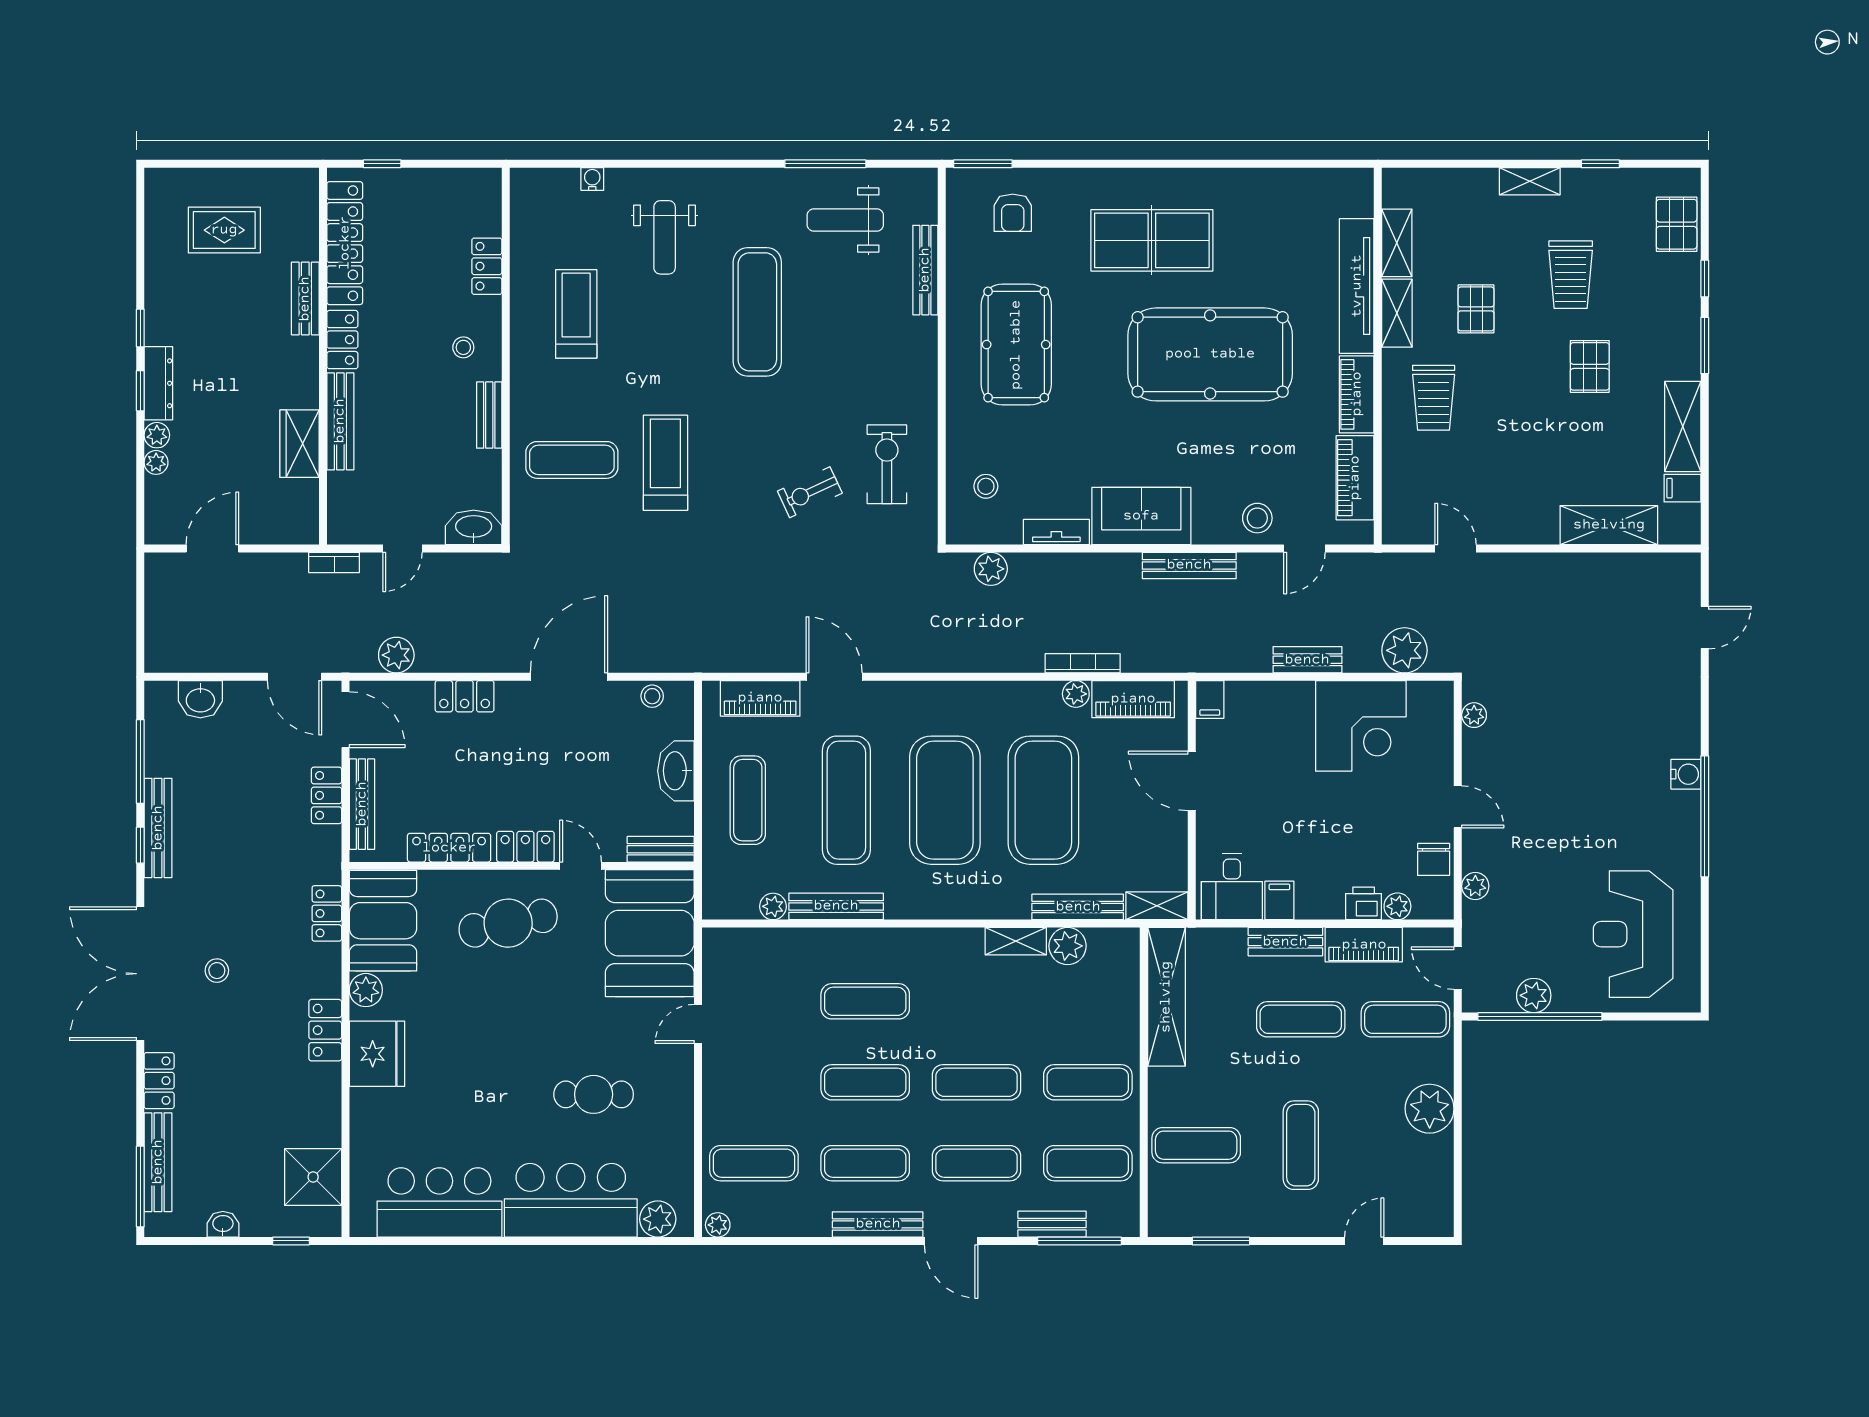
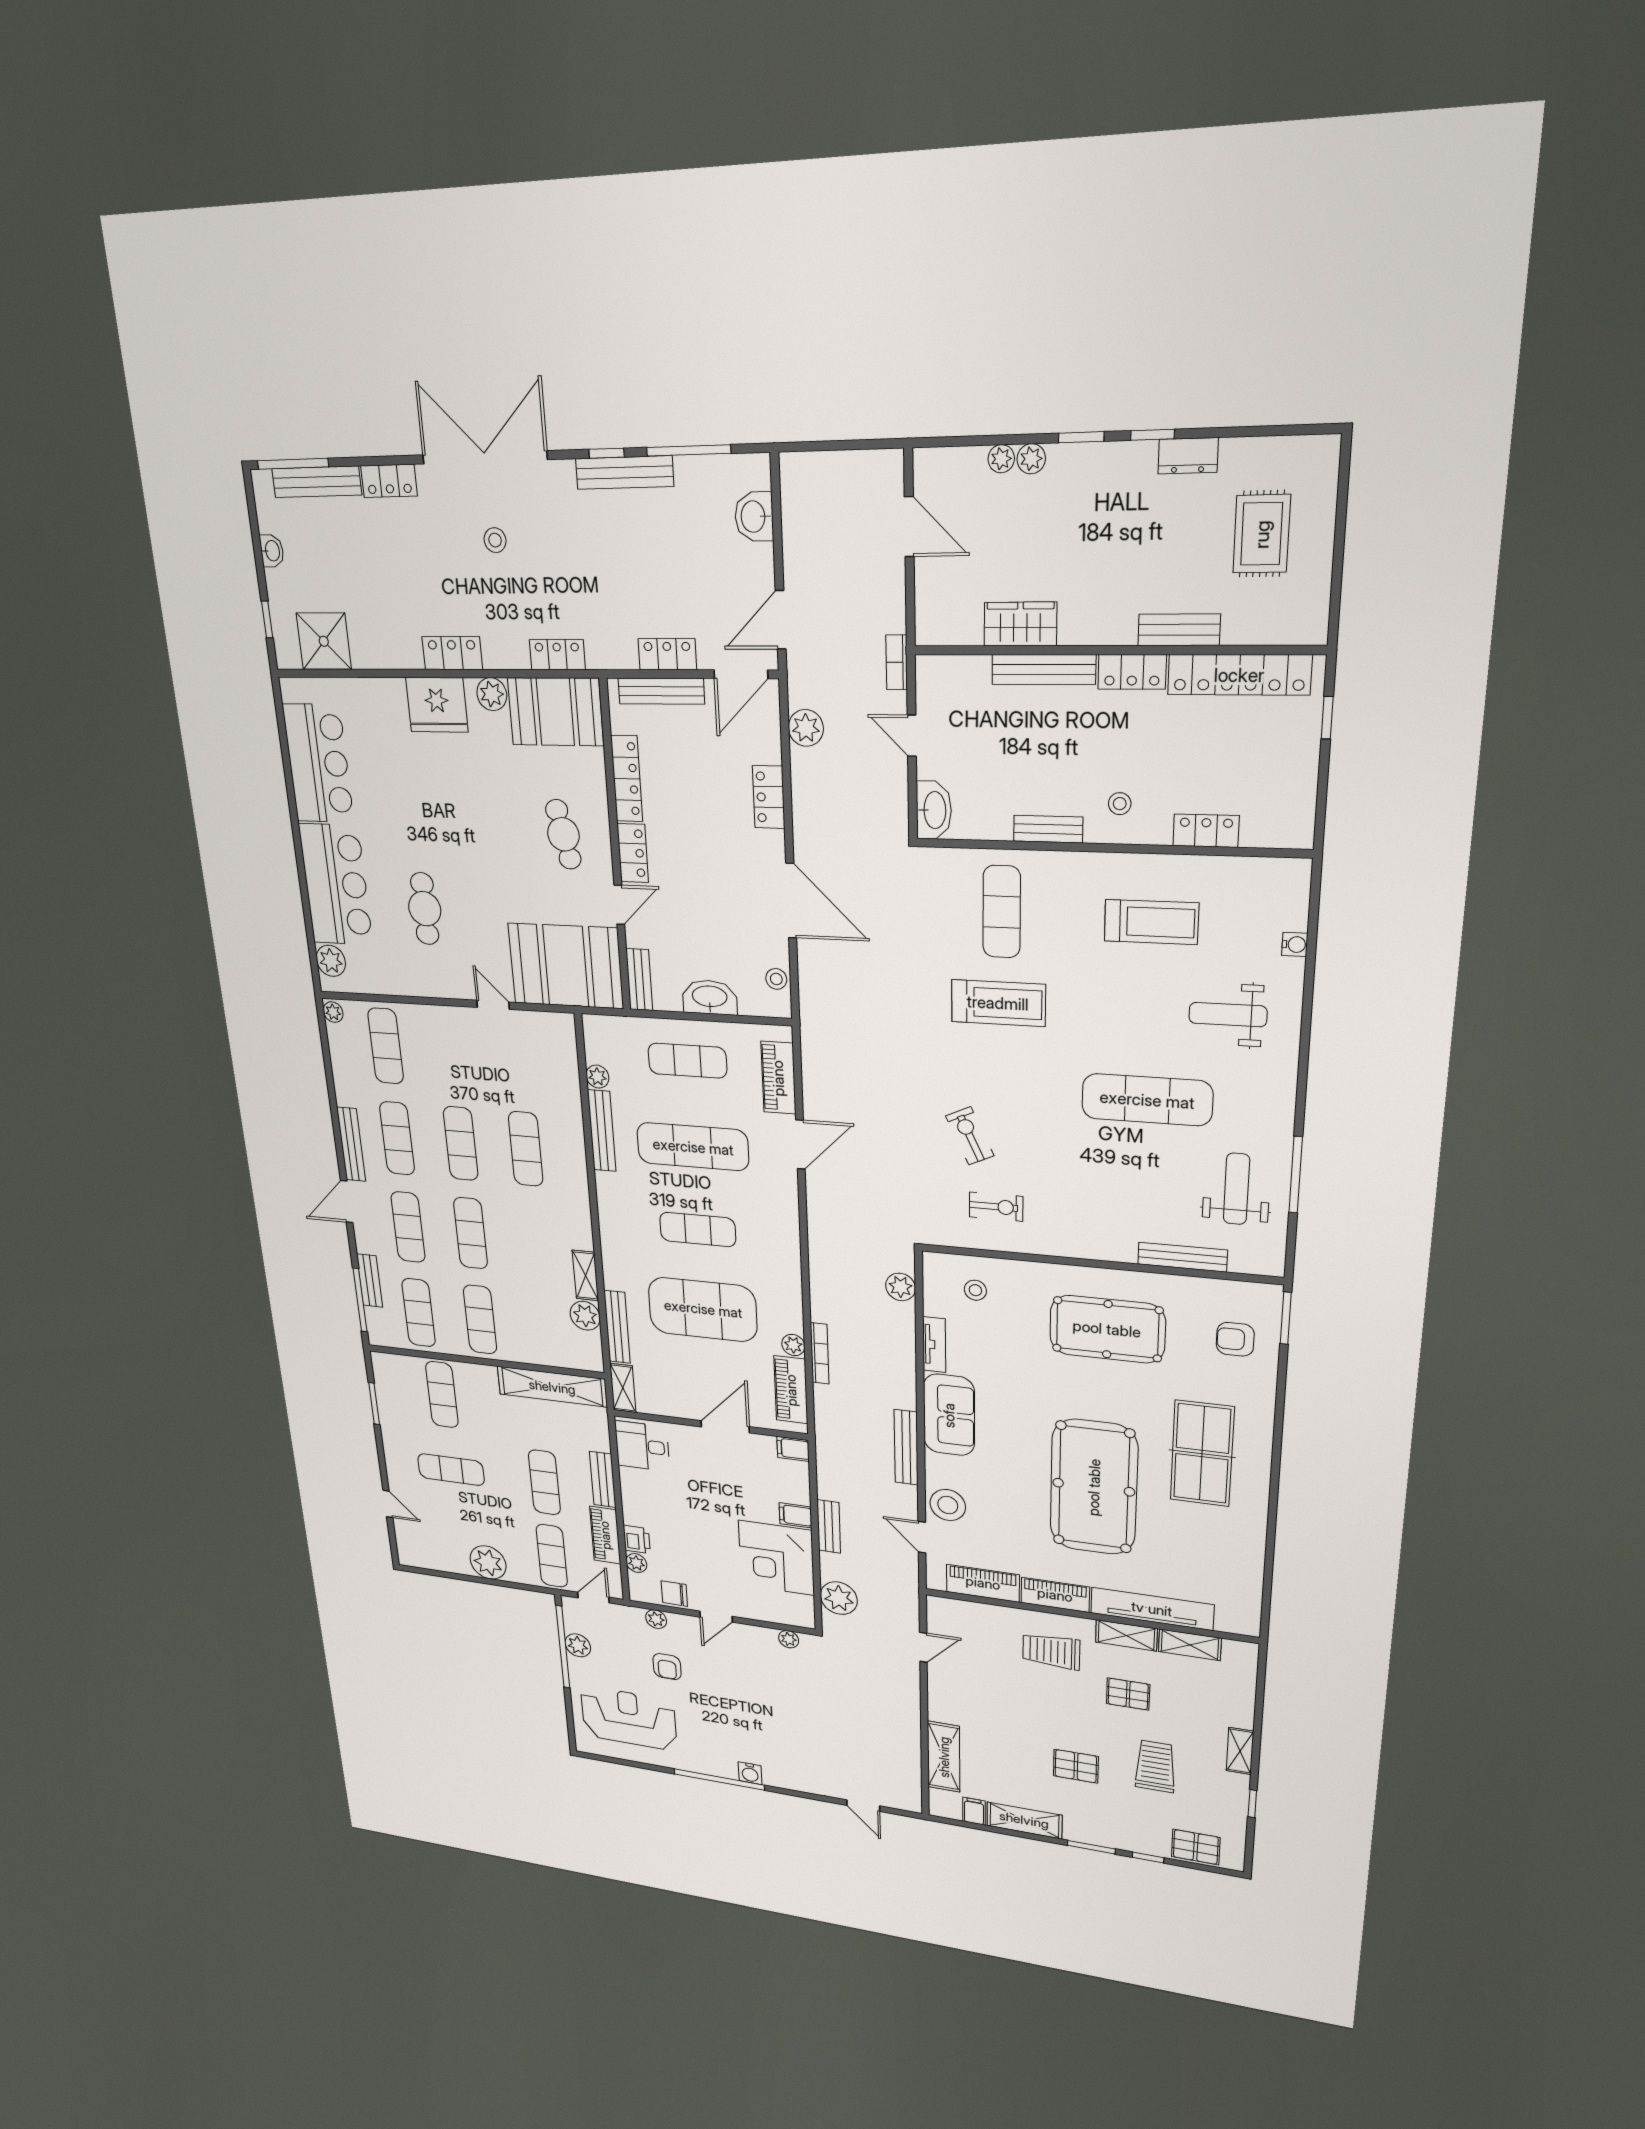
trolley: (1571, 275) -> (1155, 1766), turned 90
dresser: (158, 383) -> (1188, 456), moved, width x0.70
exercise bike: (887, 464) -> (996, 1207), width x0.73, depth x0.72
stool: (1257, 518) -> (948, 1505), width x1.38, depth x1.38
exercise mat: (945, 800) -> (698, 1229), width x0.50, depth x0.69
armchair: (1544, 876) -> (667, 1667), added
filing cabinet: (1279, 900) -> (795, 1515), moved, turned 180
cafe table: (508, 923) -> (563, 834), width x0.73, depth x0.74

